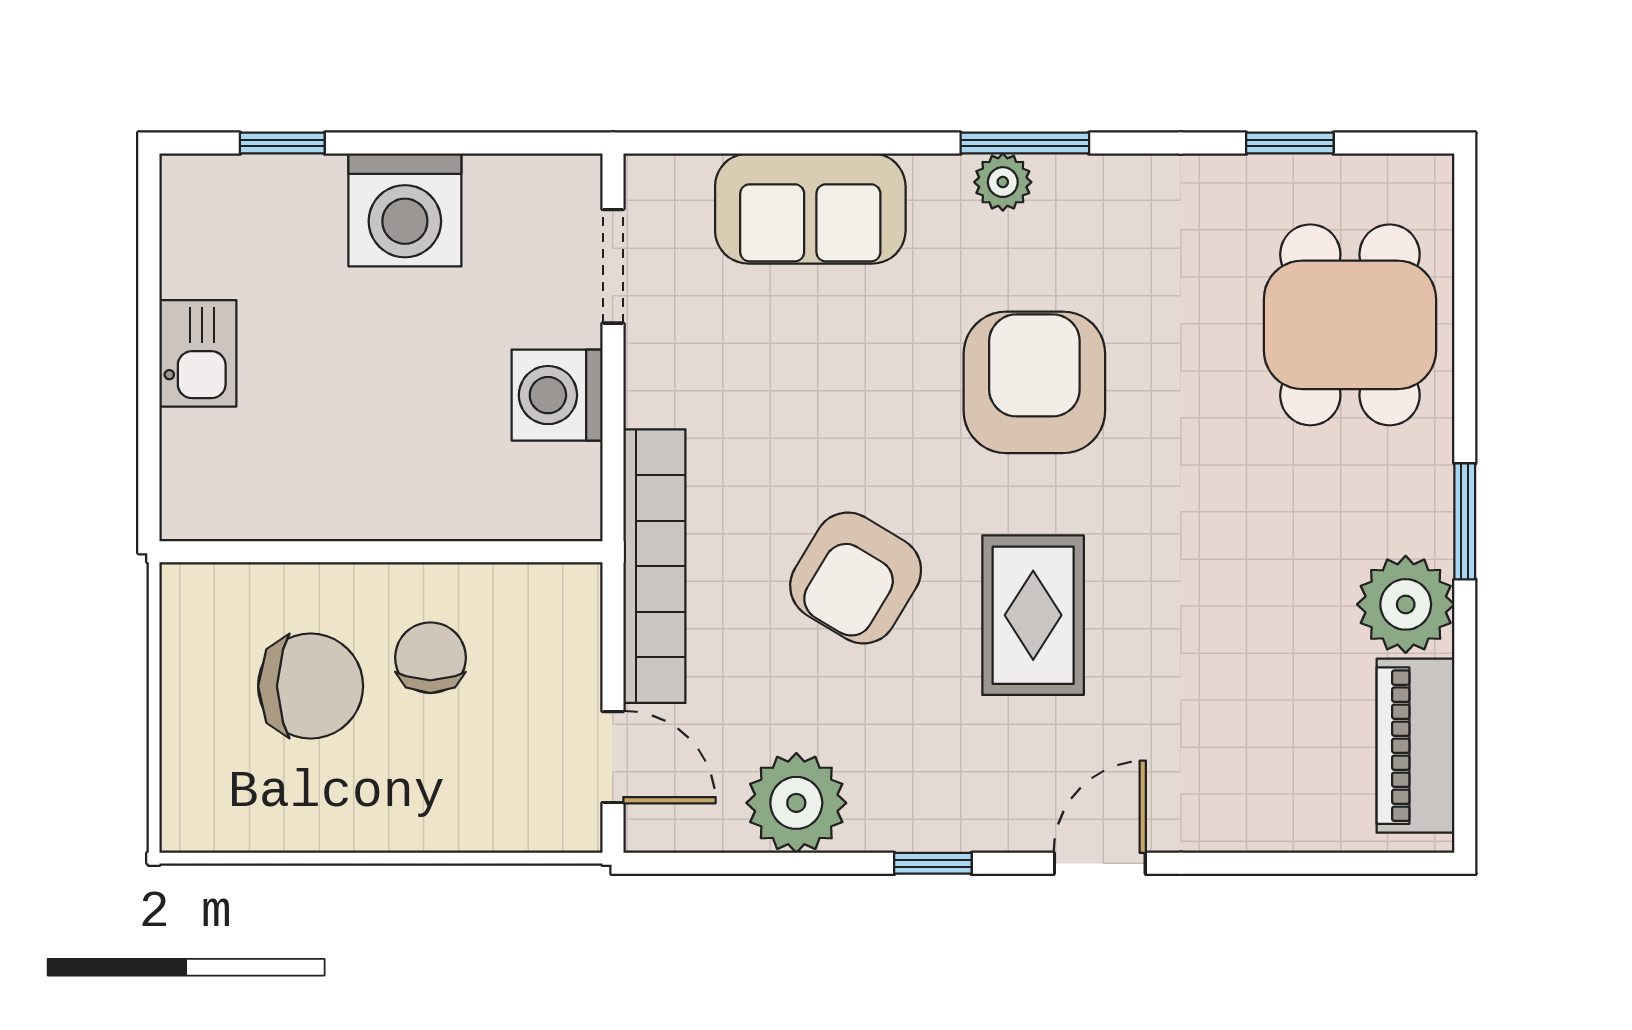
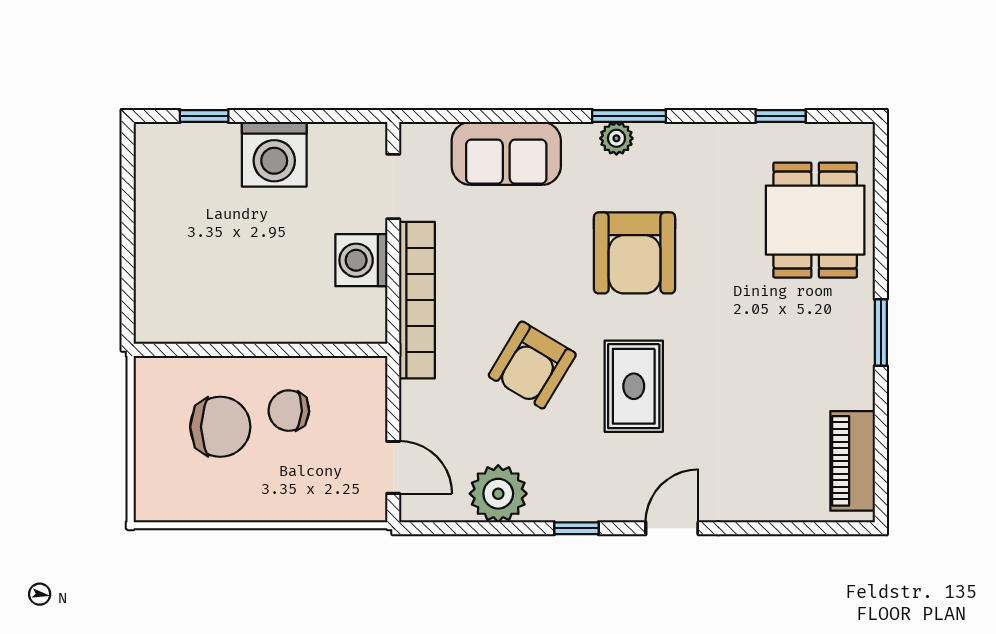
kitchen sink: (198, 353) -> (156, 236), removed
armchair: (1034, 382) -> (635, 253), turned 180
bookcase: (654, 566) -> (417, 300), moved
plant: (1406, 604) -> (847, 380), removed
chair: (430, 658) -> (289, 411), turned -87

